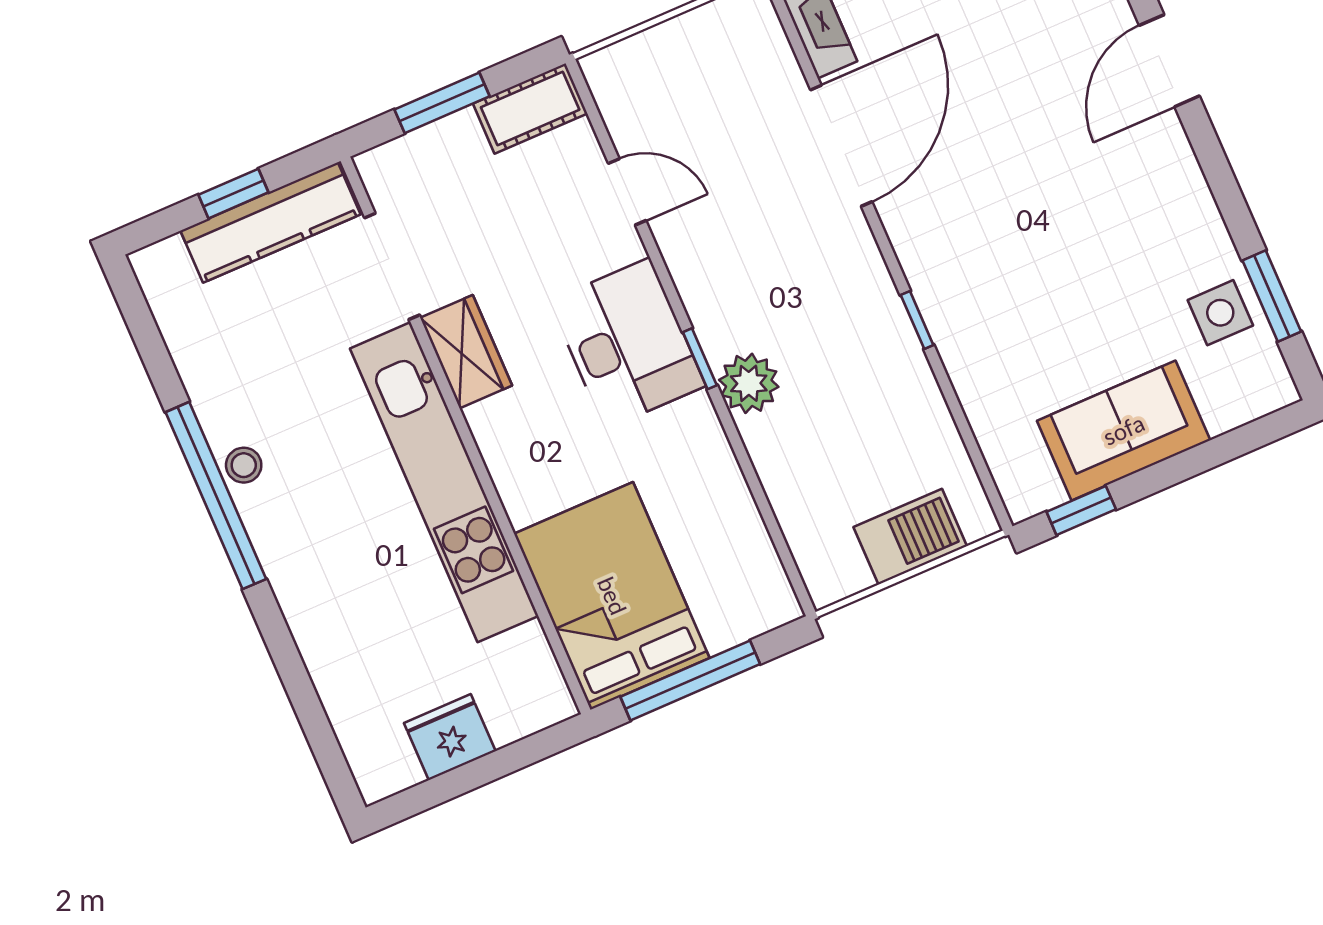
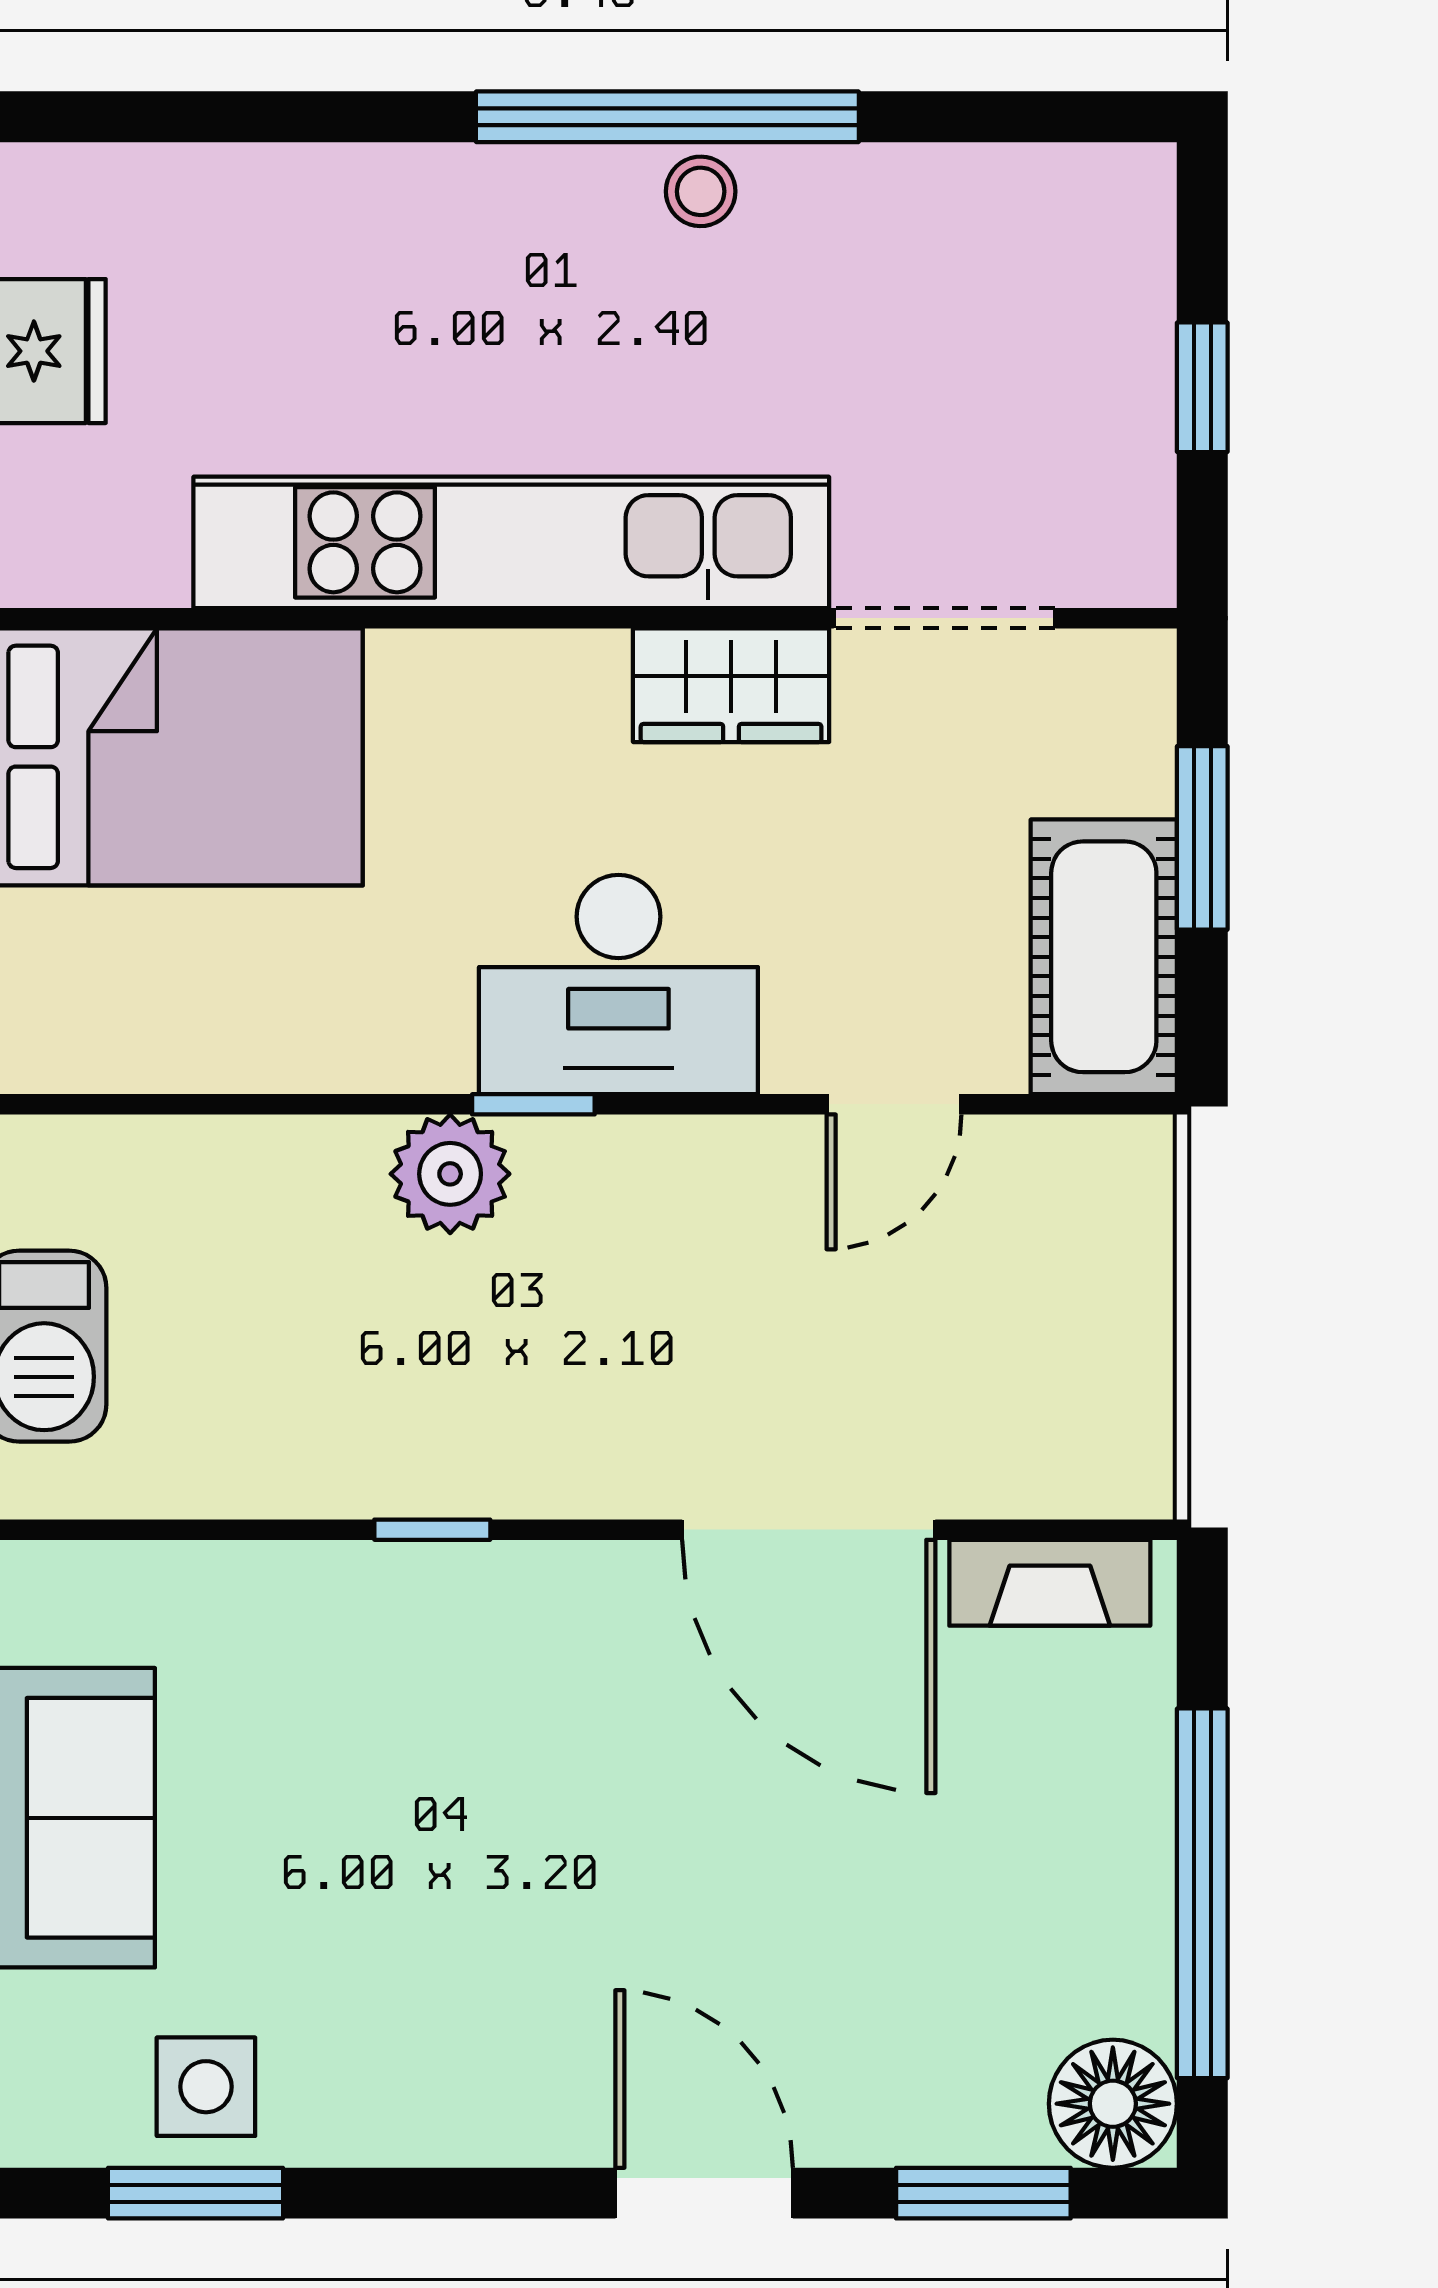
cot: (530, 108) -> (1104, 957), width x1.37, depth x1.34
kitchen counter: (270, 223) -> (1120, 432), removed

